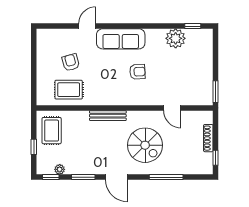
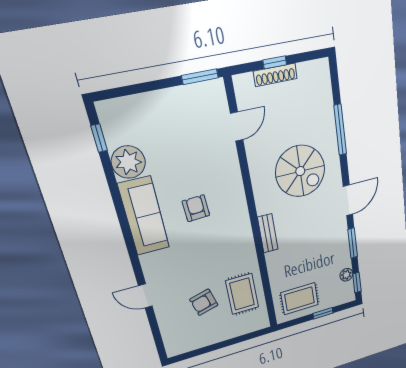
sofa: (121, 39) -> (144, 216), moved
door: (172, 108) -> (237, 126), moved
bench: (108, 116) -> (268, 233), width x0.73
spiral stairs: (145, 145) -> (300, 171), turned 90
window: (216, 158) -> (275, 62), moved

